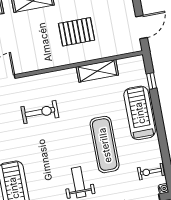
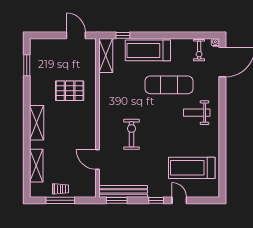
pallet: (77, 32) -> (70, 91), turned 90
shelving: (97, 71) -> (106, 55), moved

